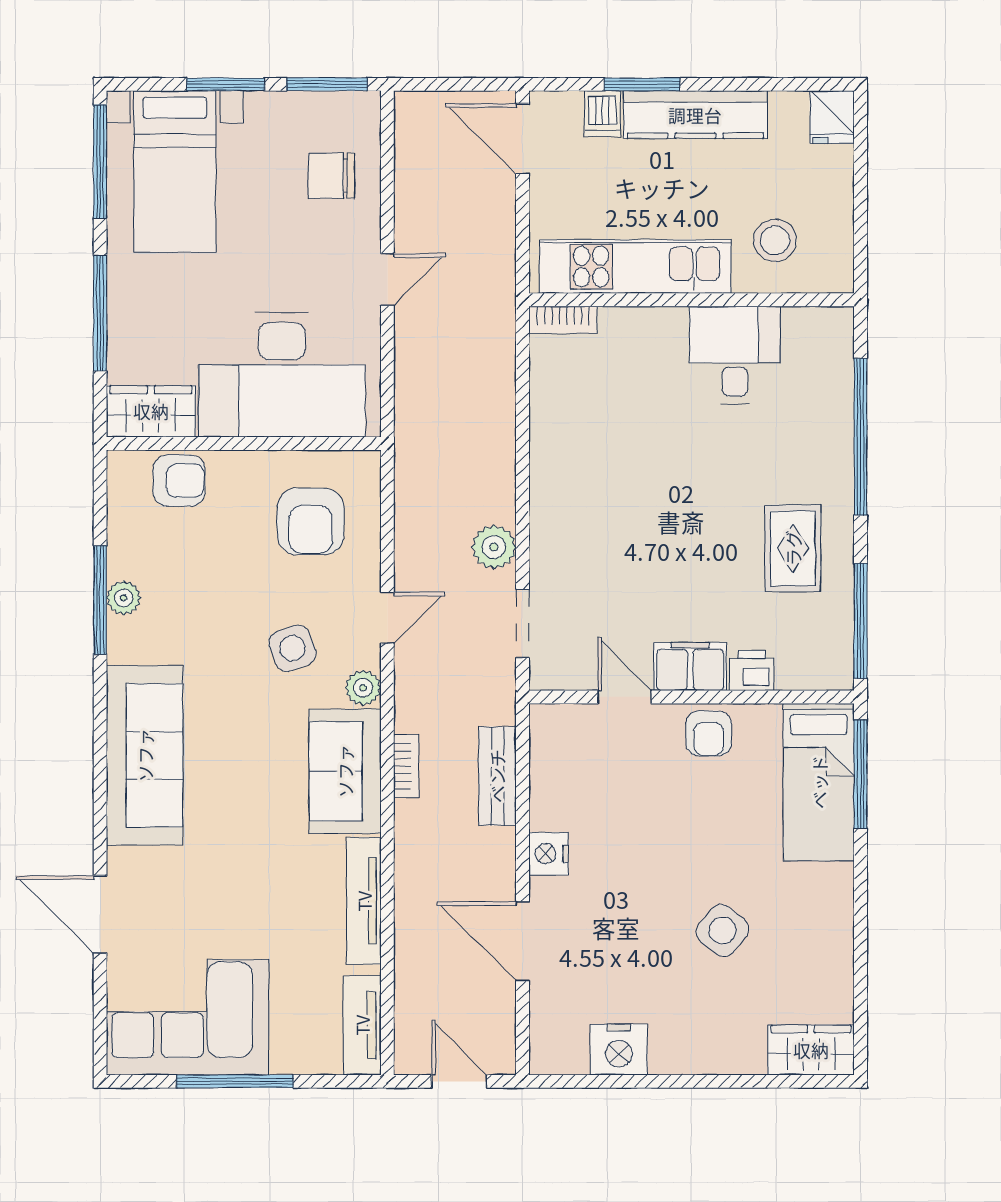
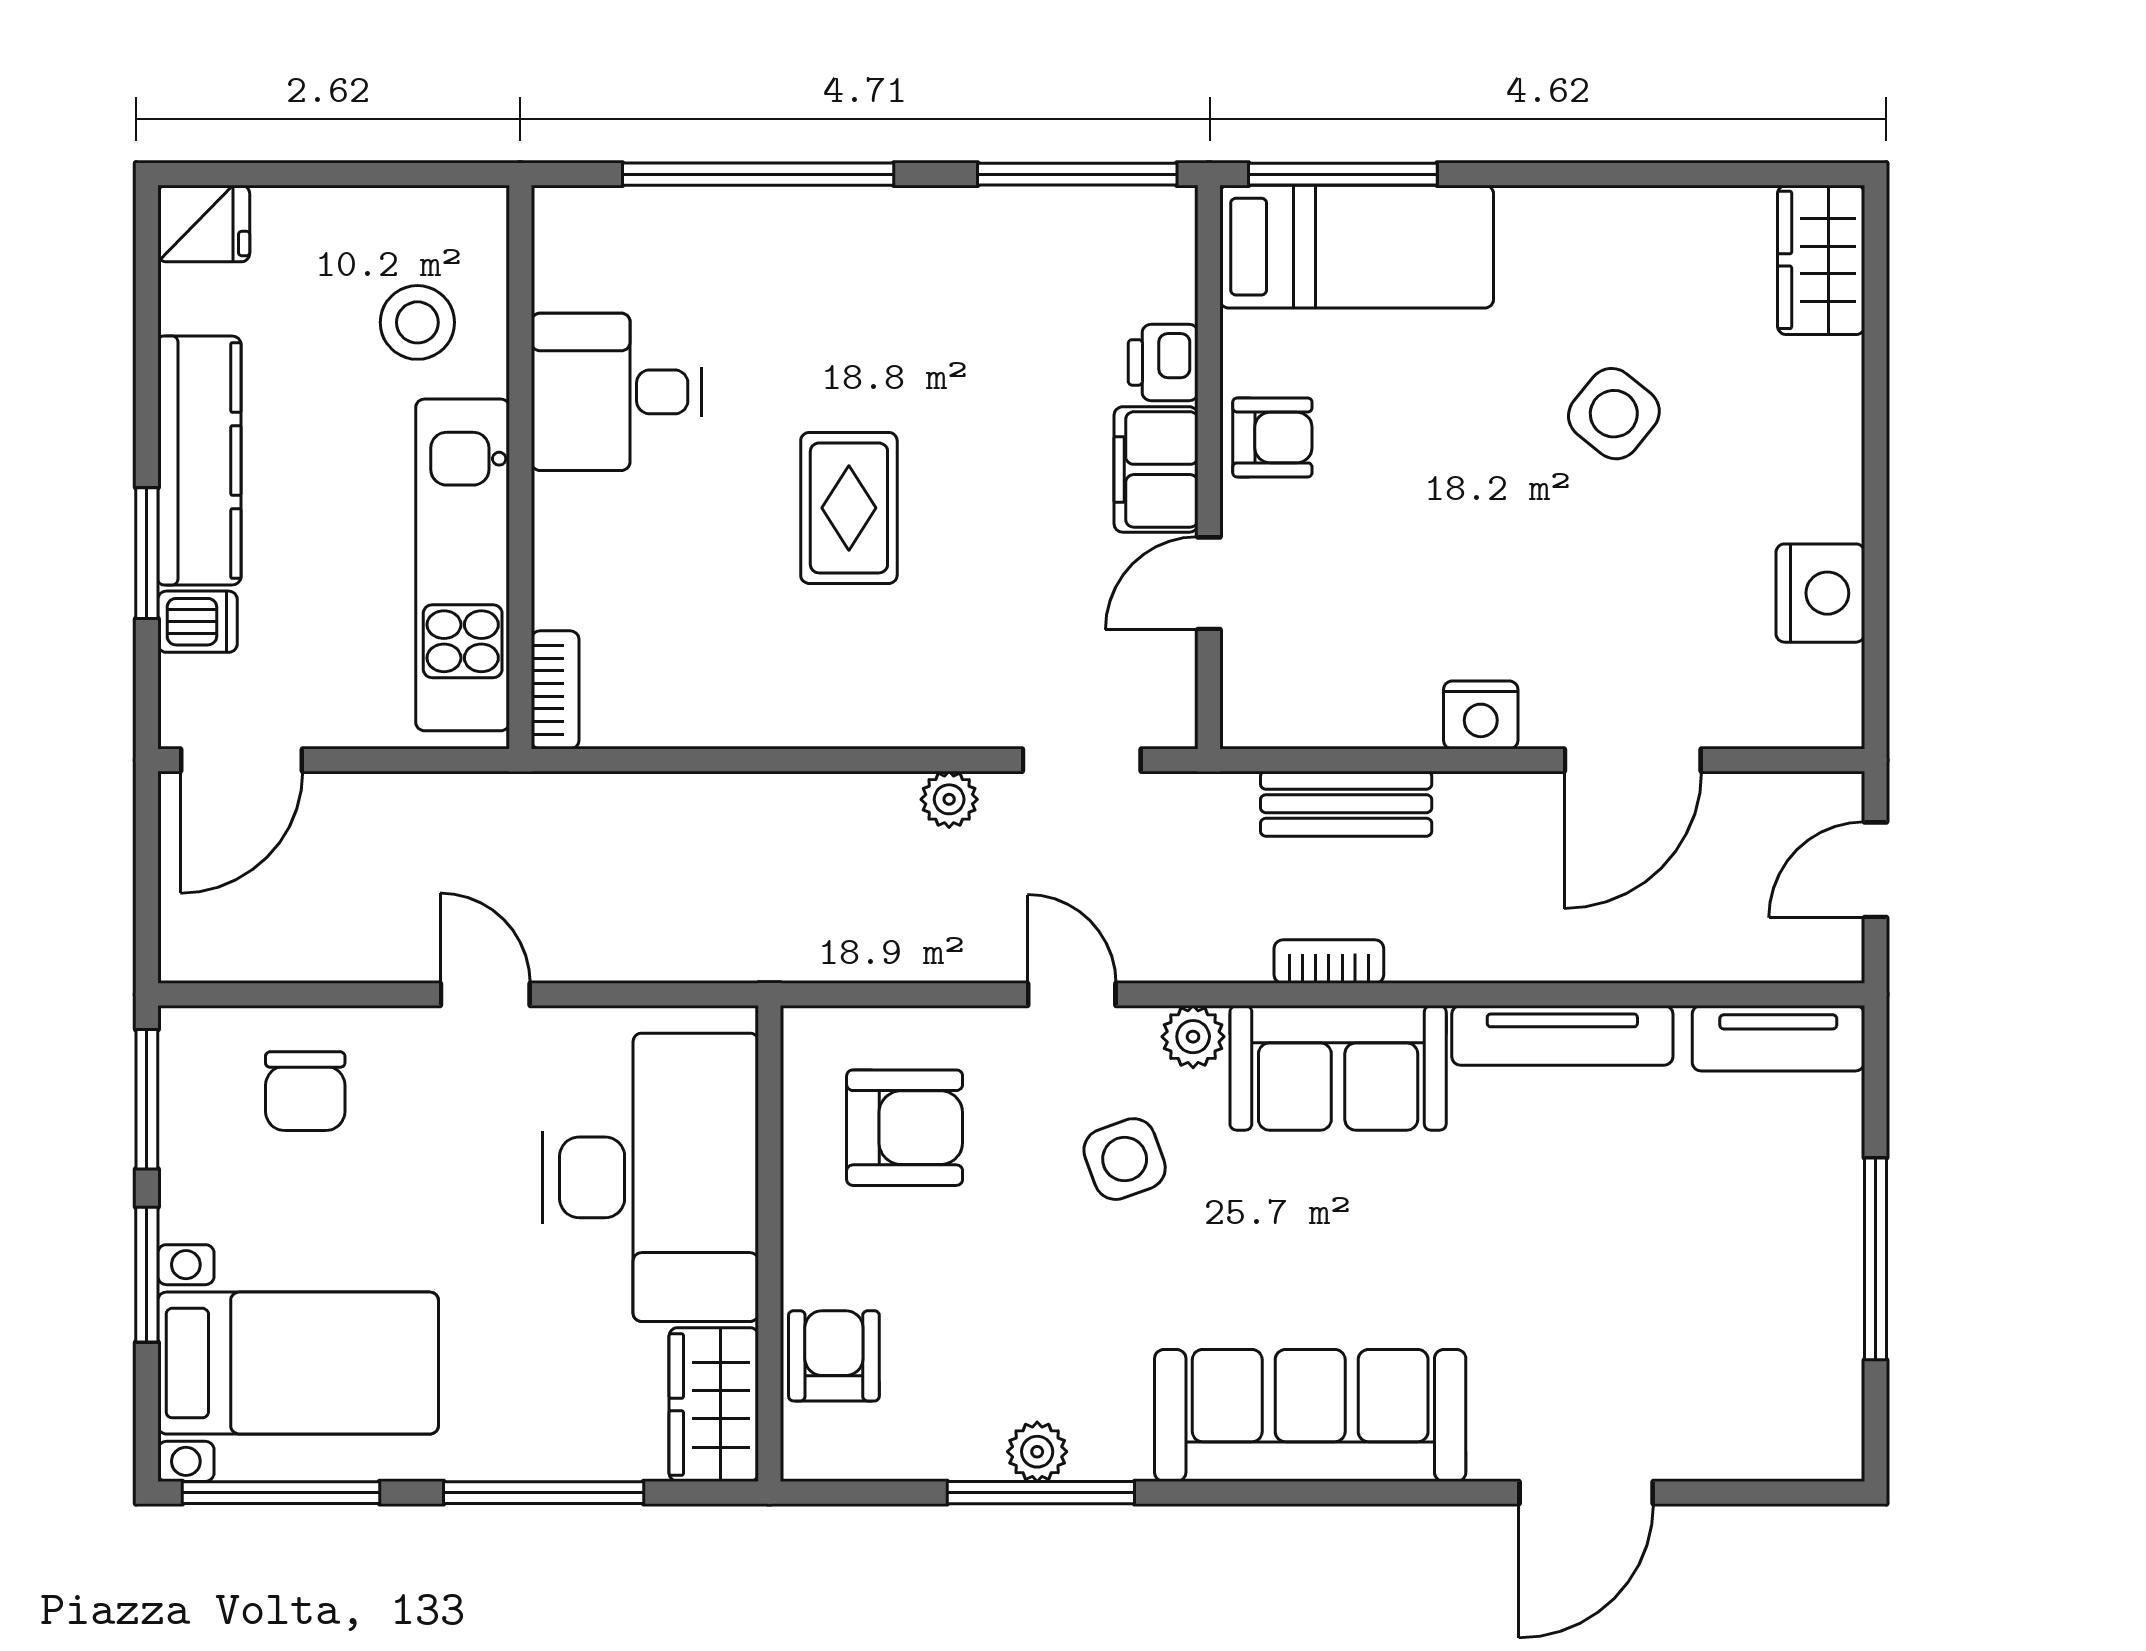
plant: (494, 547) -> (949, 799), width x0.73, depth x0.73
rug: (793, 548) -> (849, 508), moved, turned 90
corner sofa: (188, 1017) -> (1764, 1341), removed

